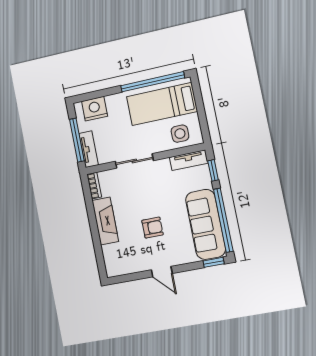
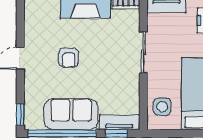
tv unit: (189, 160) -> (119, 122), moved, turned 90
sofa: (206, 224) -> (71, 114), width x0.73

